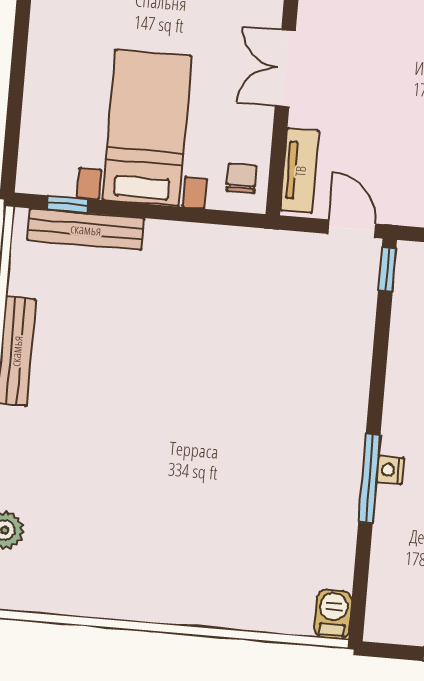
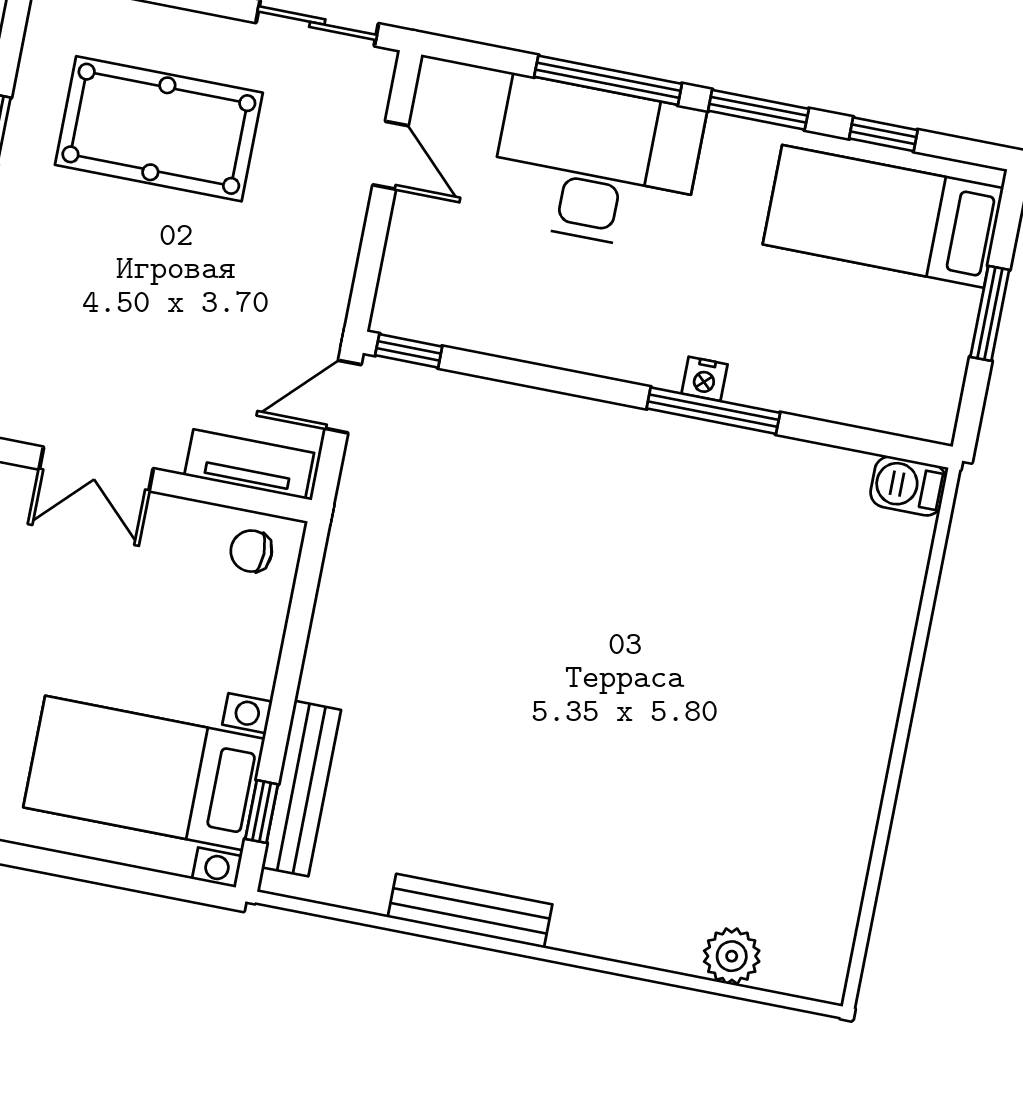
bed with nightstands: (147, 128) -> (144, 773), moved

